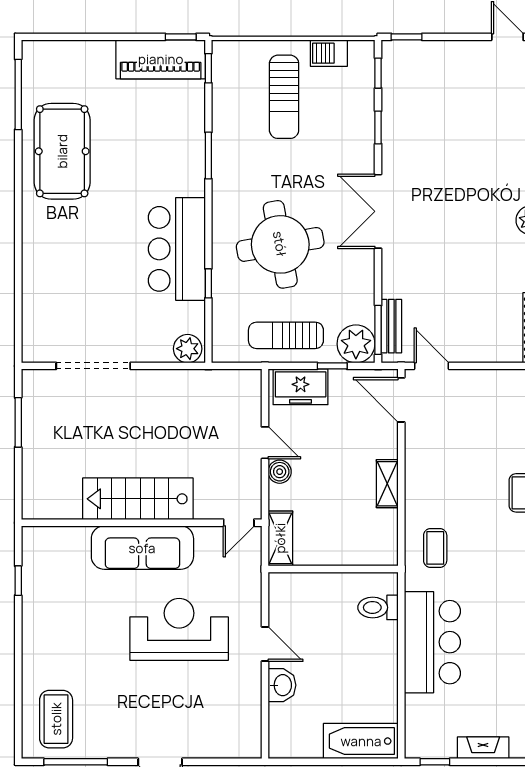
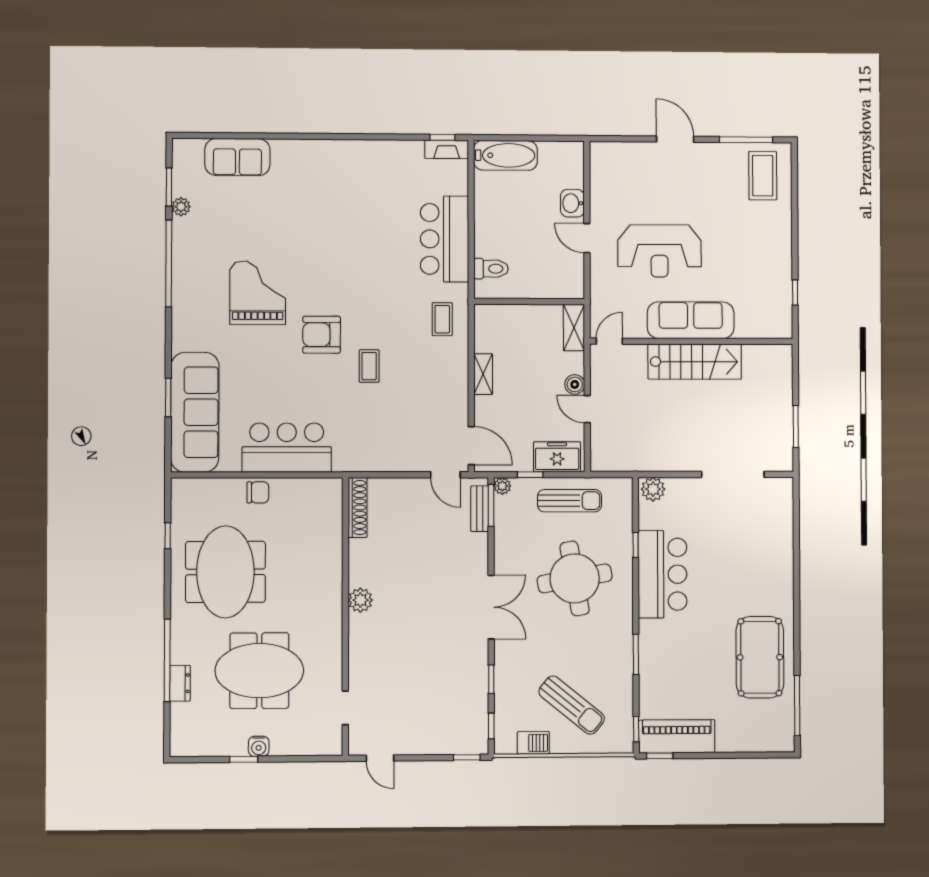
sun lounger: (284, 97) -> (572, 705), turned 129
plant: (356, 344) -> (502, 486), width x0.53, depth x0.53
fireplace: (483, 748) -> (447, 149), moved

